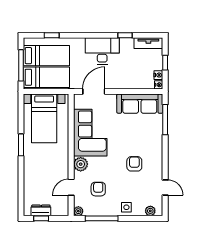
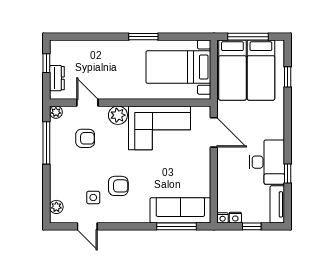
desk: (102, 51) -> (267, 162), moved
sofa: (140, 104) -> (180, 210), moved, turned 90
door: (165, 187) -> (87, 226), hinge flipped
side table: (126, 207) -> (93, 198), moved
dresser: (41, 210) -> (57, 78), moved

